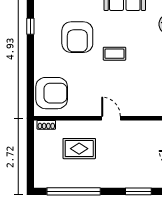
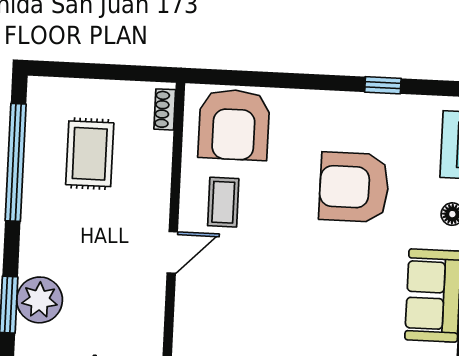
coffee table: (114, 54) -> (223, 202), moved
rug: (79, 149) -> (90, 154), moved
plant: (136, 177) -> (40, 300), added

